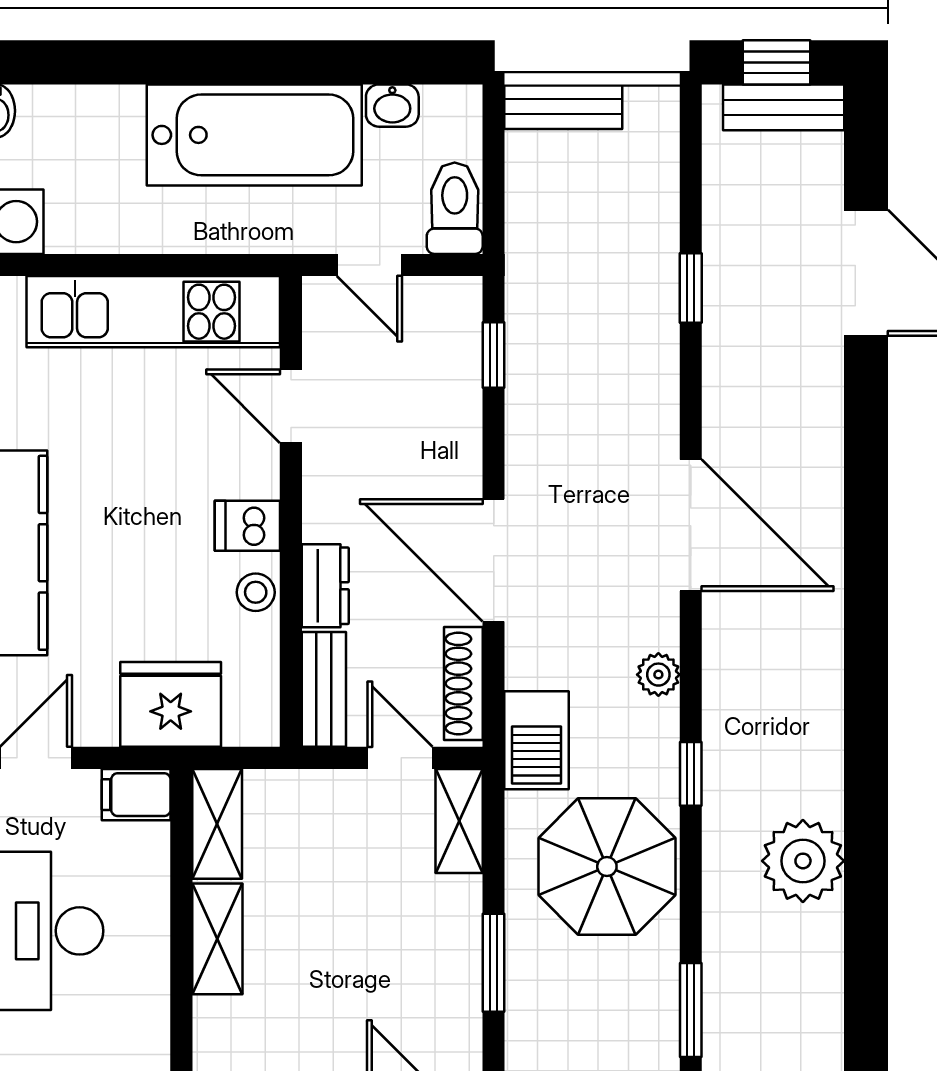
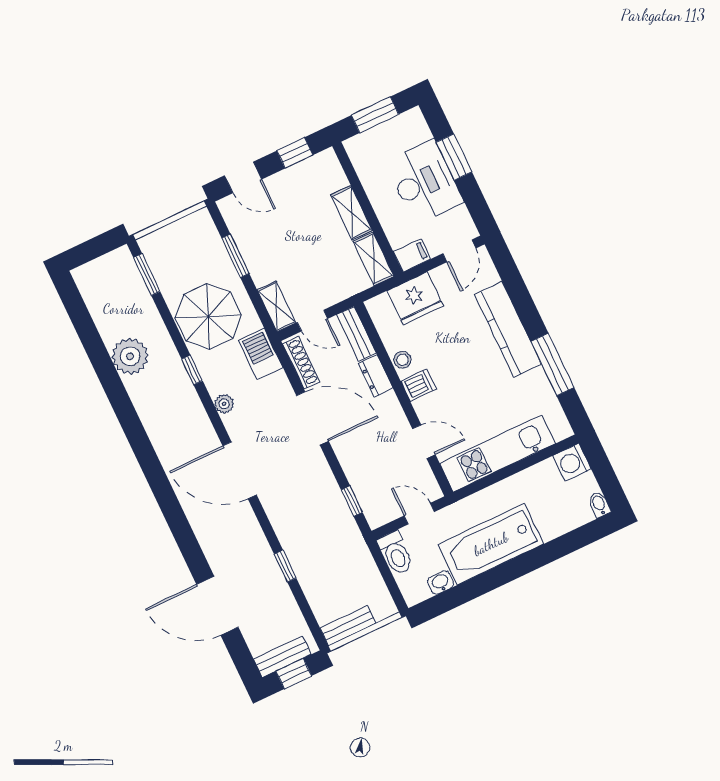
bench: (563, 107) -> (348, 626), moved

